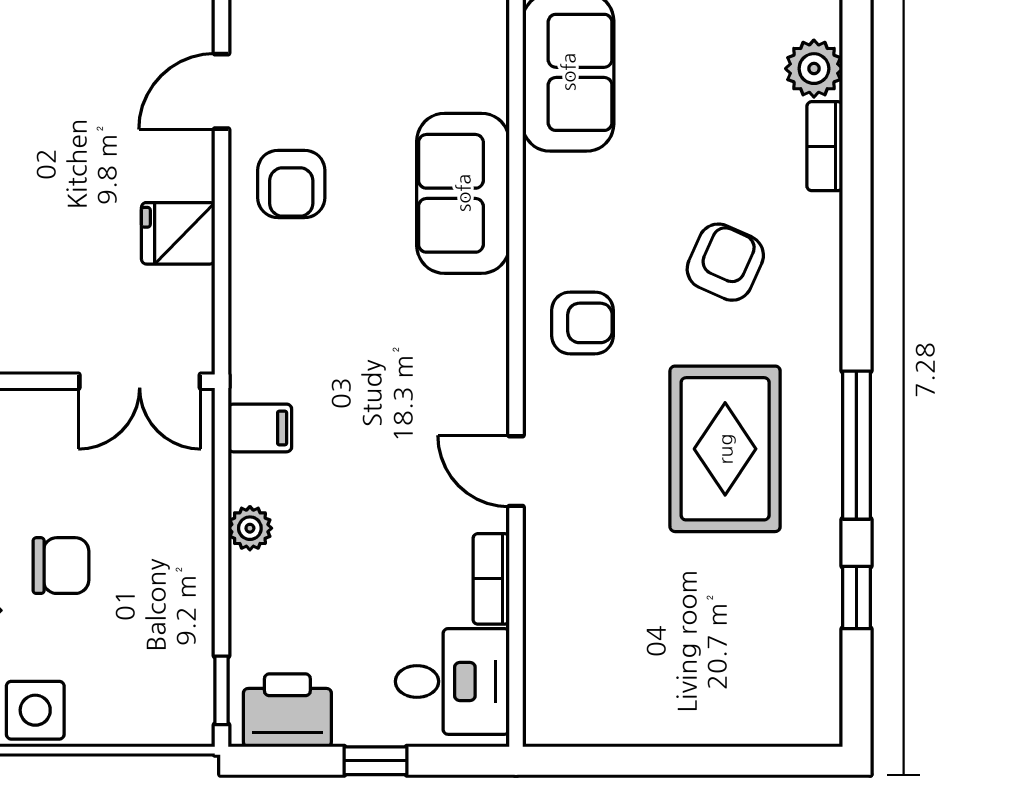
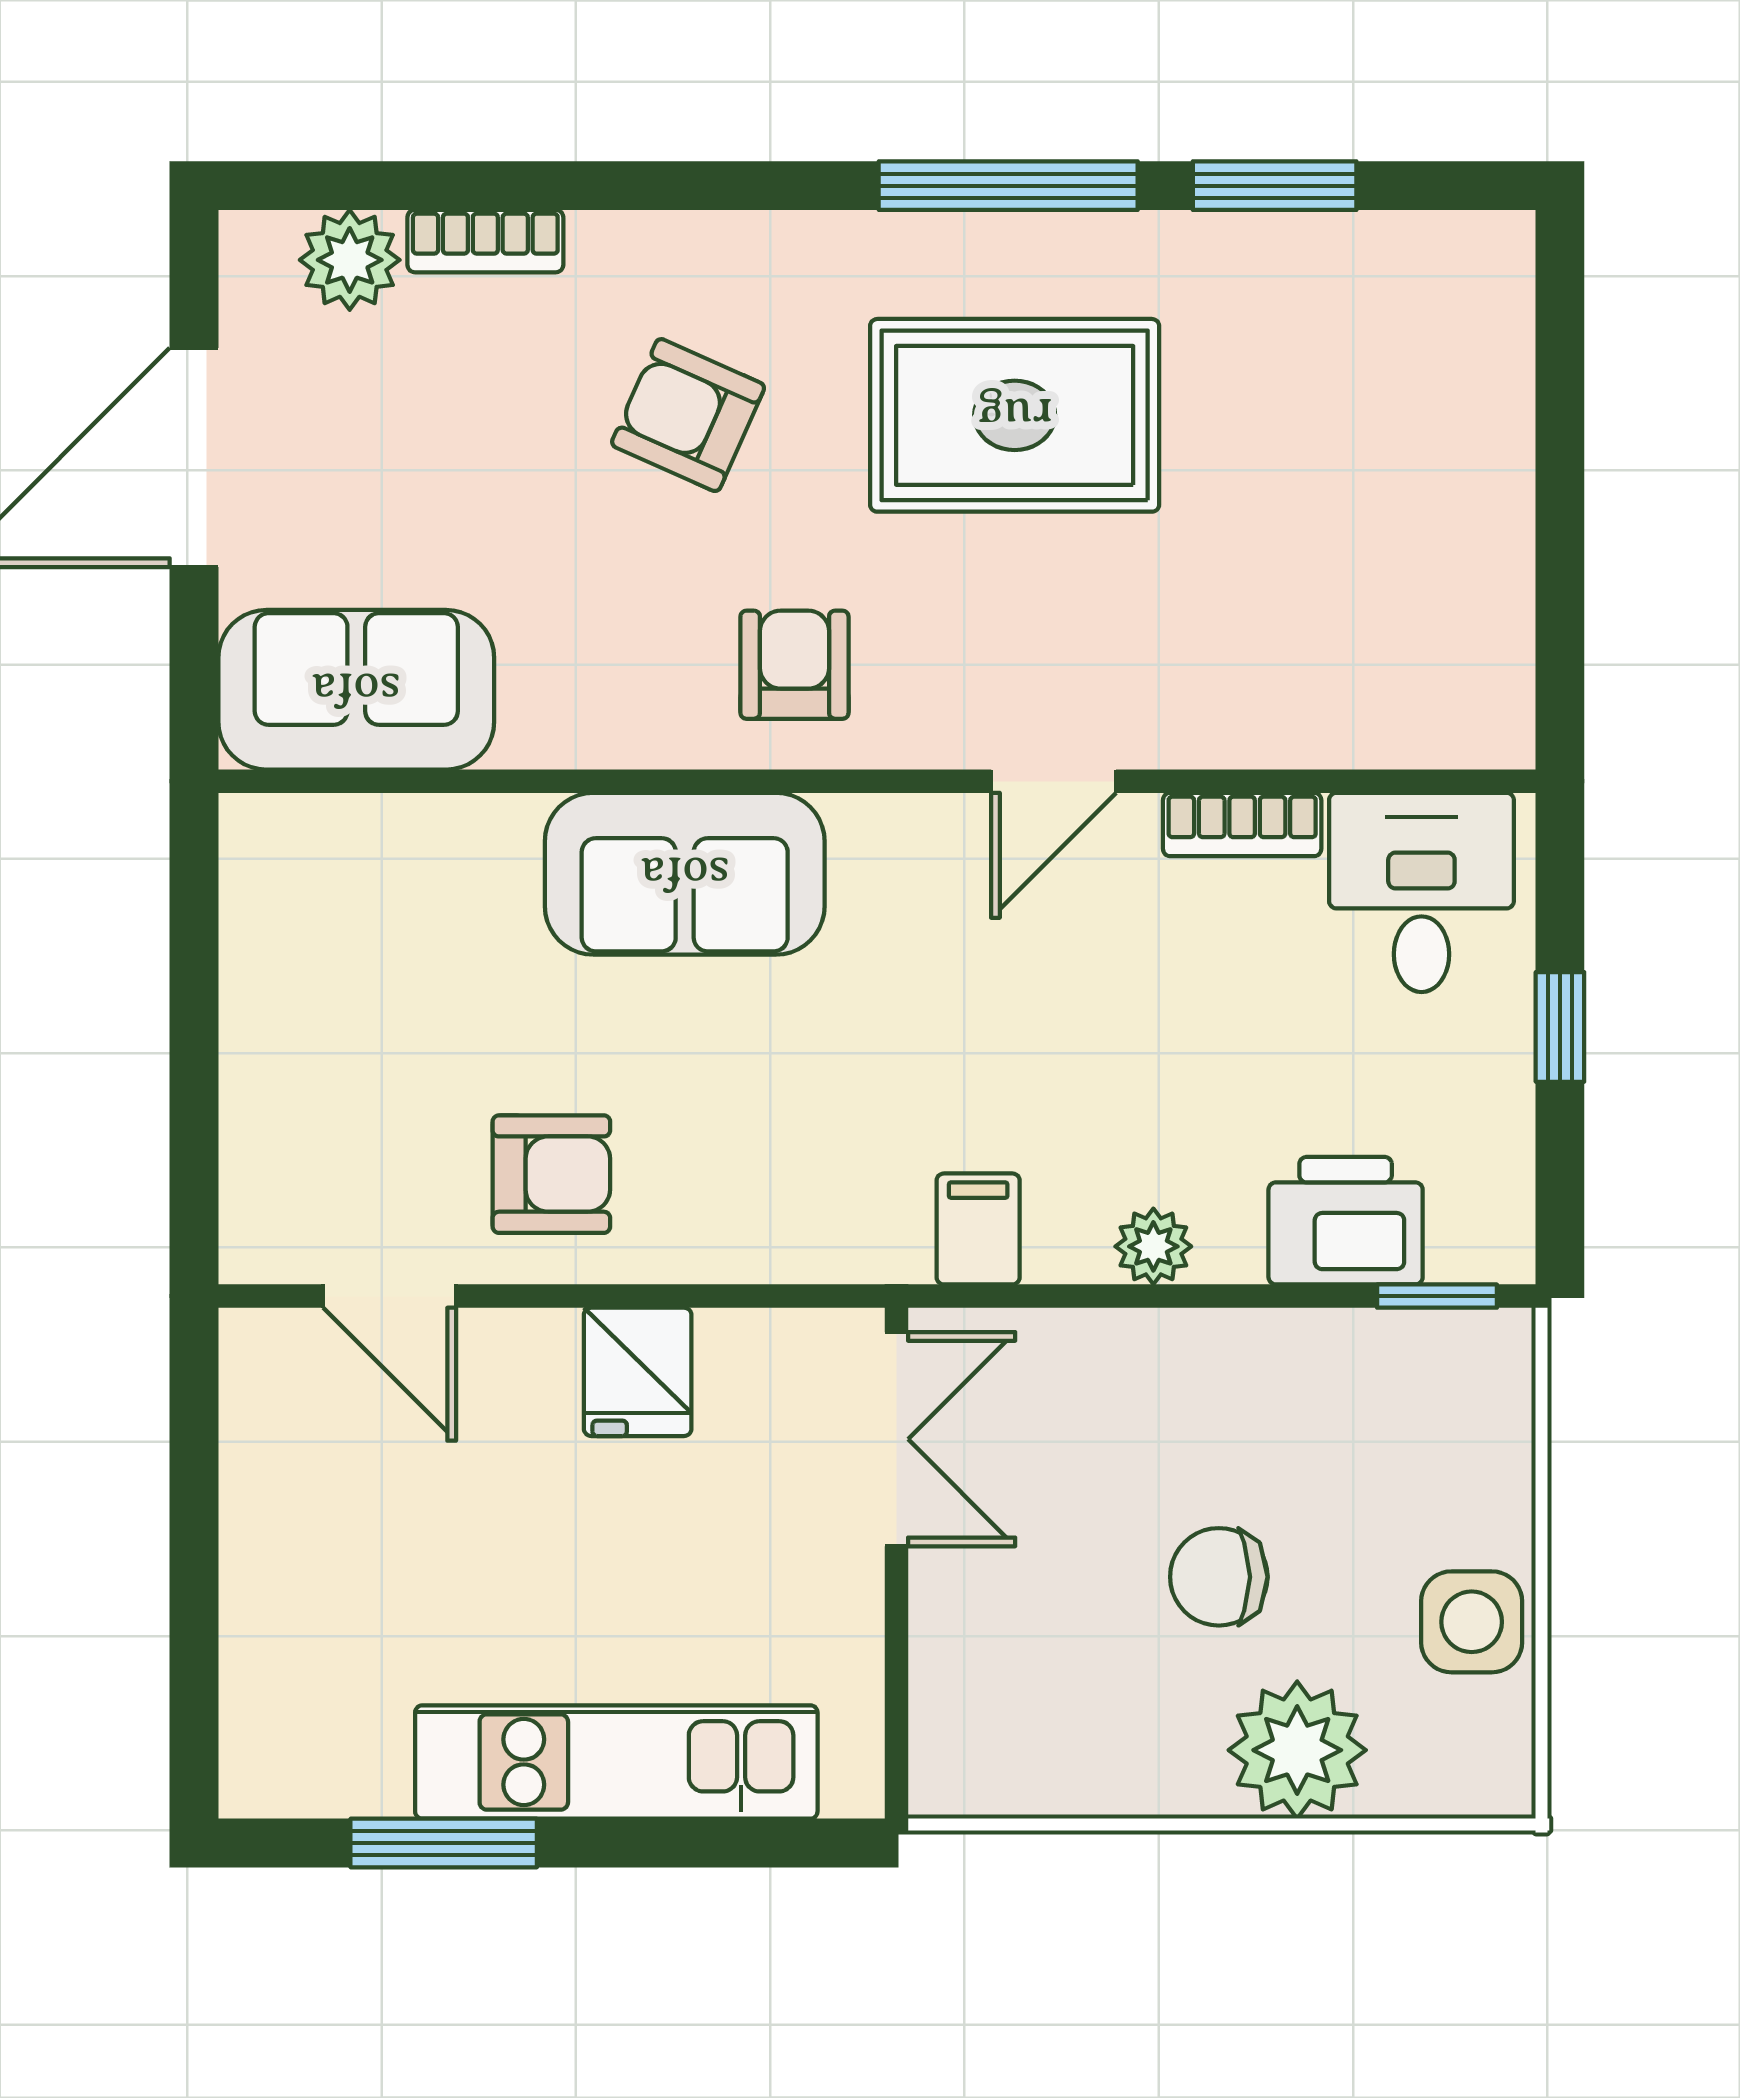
sofa: (463, 193) -> (685, 874), moved
chair: (61, 566) -> (1219, 1577), turned -90
window: (856, 598) -> (1275, 186), width x1.50
printer: (287, 710) -> (1346, 1221), moved, turned 90

